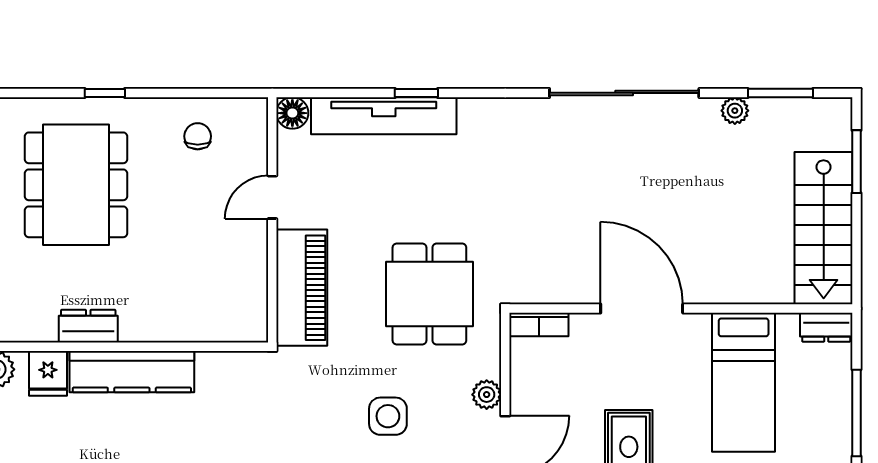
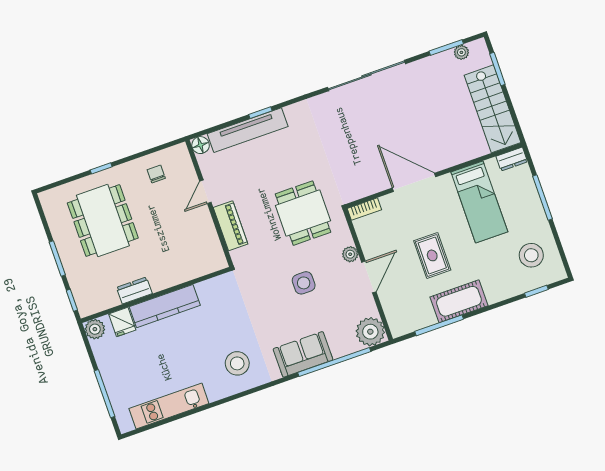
plant: (735, 111) -> (461, 52), moved
piano: (302, 288) -> (231, 226), width x0.73, depth x0.75

